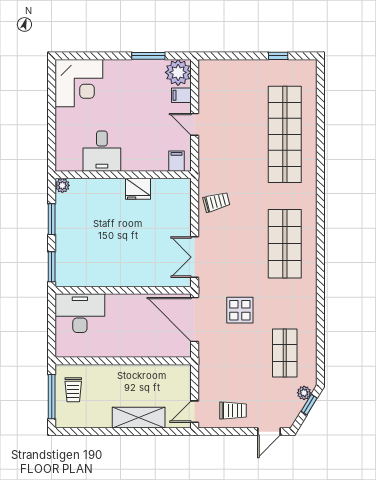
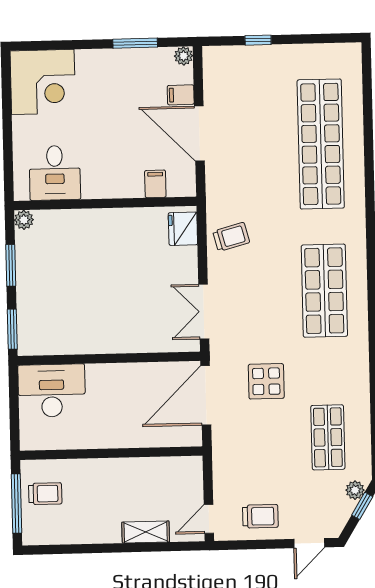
window: (278, 56) -> (258, 40), moved
plant: (178, 72) -> (184, 56), width x0.53, depth x0.53
door: (195, 124) -> (199, 133), width x1.87
desk: (102, 151) -> (55, 173), moved
filing cabinet: (177, 161) -> (155, 184), moved
fridge: (138, 189) -> (183, 229), moved, turned 90
door: (195, 319) -> (206, 395), hinge flipped
trolley: (73, 390) -> (45, 494), turned -90
shelving: (139, 418) -> (146, 532), width x0.67, depth x0.75

